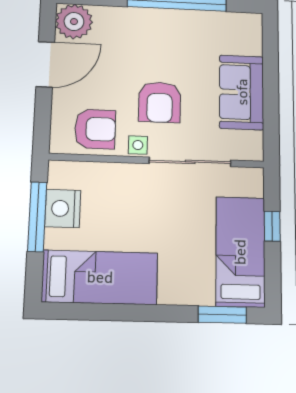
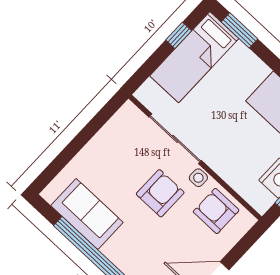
sofa: (242, 92) -> (87, 214), moved, turned -90
window: (272, 226) -> (179, 35), moved

